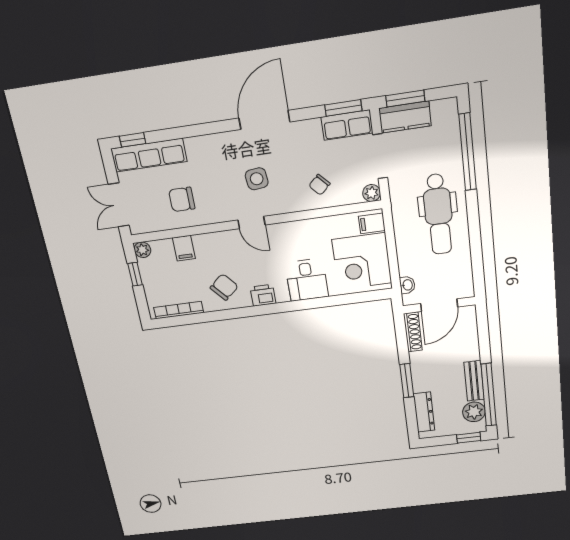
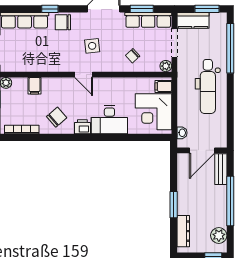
window: (405, 99) -> (207, 9), moved
window: (343, 108) -> (142, 9), moved
row of seats: (347, 125) -> (148, 20), width x1.48
window: (133, 140) -> (50, 9), moved
chair: (182, 199) -> (63, 22), moved
desk: (307, 280) -> (109, 120), width x1.37
shoe rack: (413, 332) -> (182, 168), removed
bench: (474, 381) -> (221, 169), moved
window: (489, 395) -> (230, 201), moved

